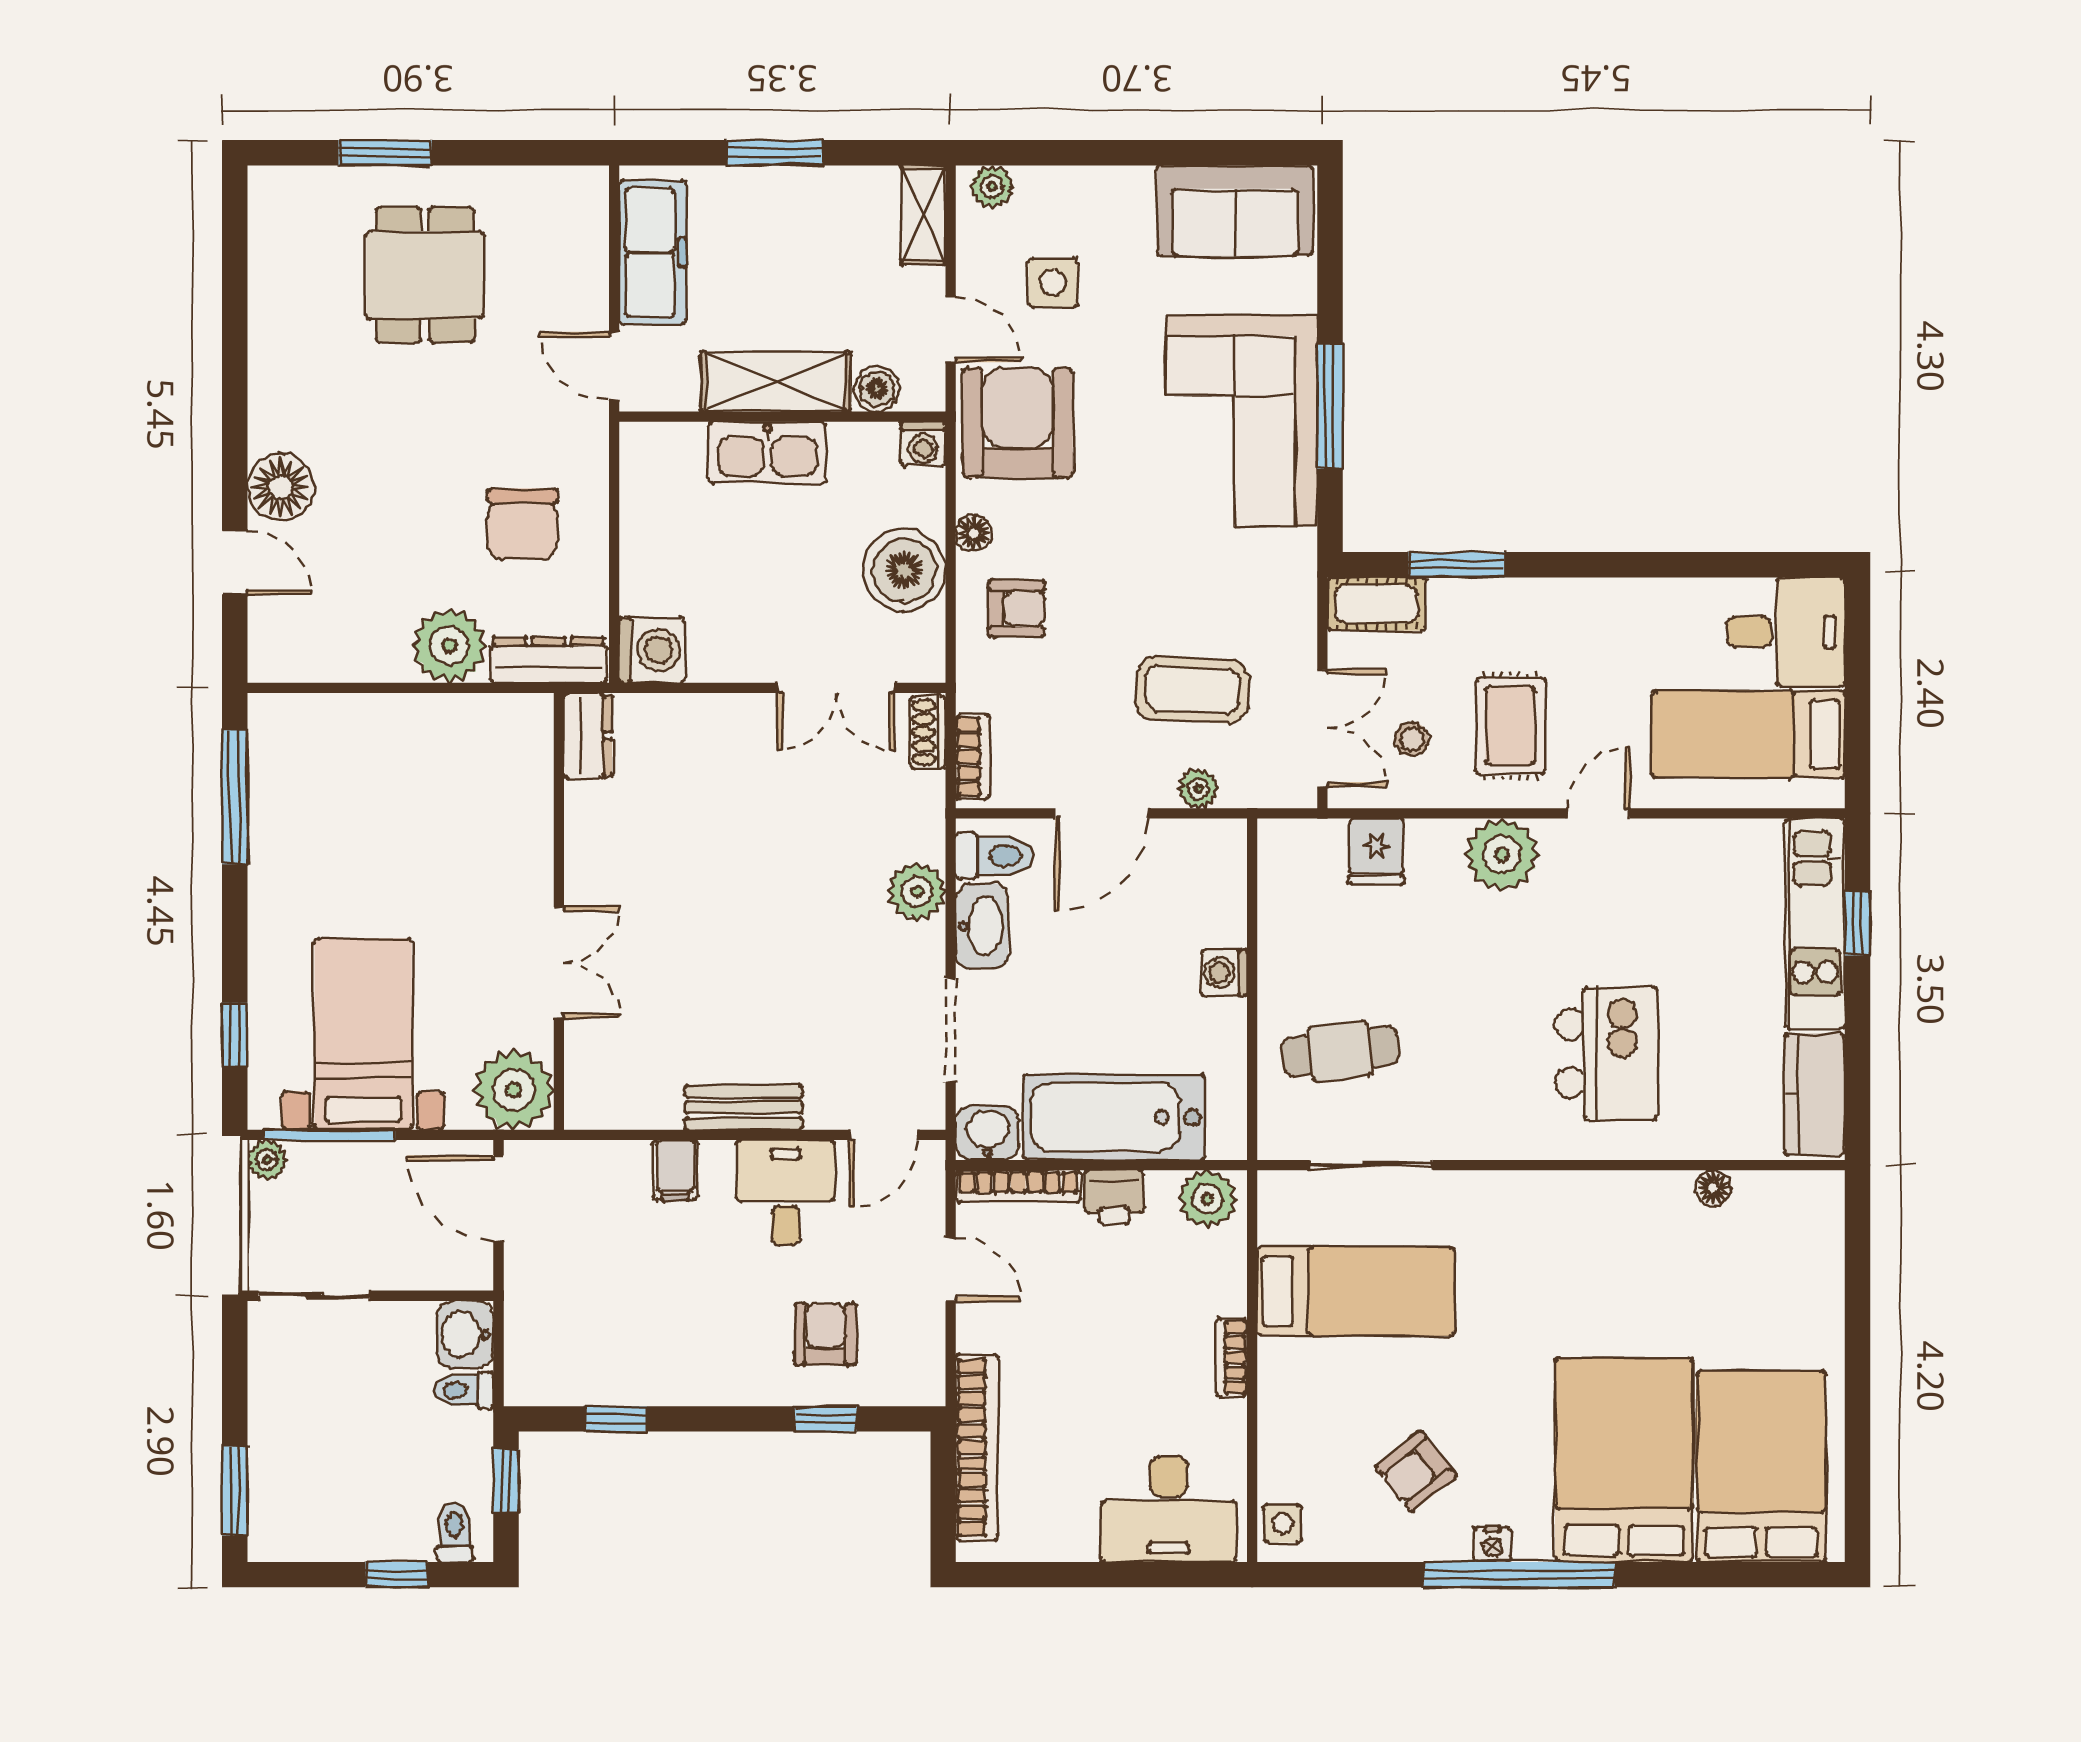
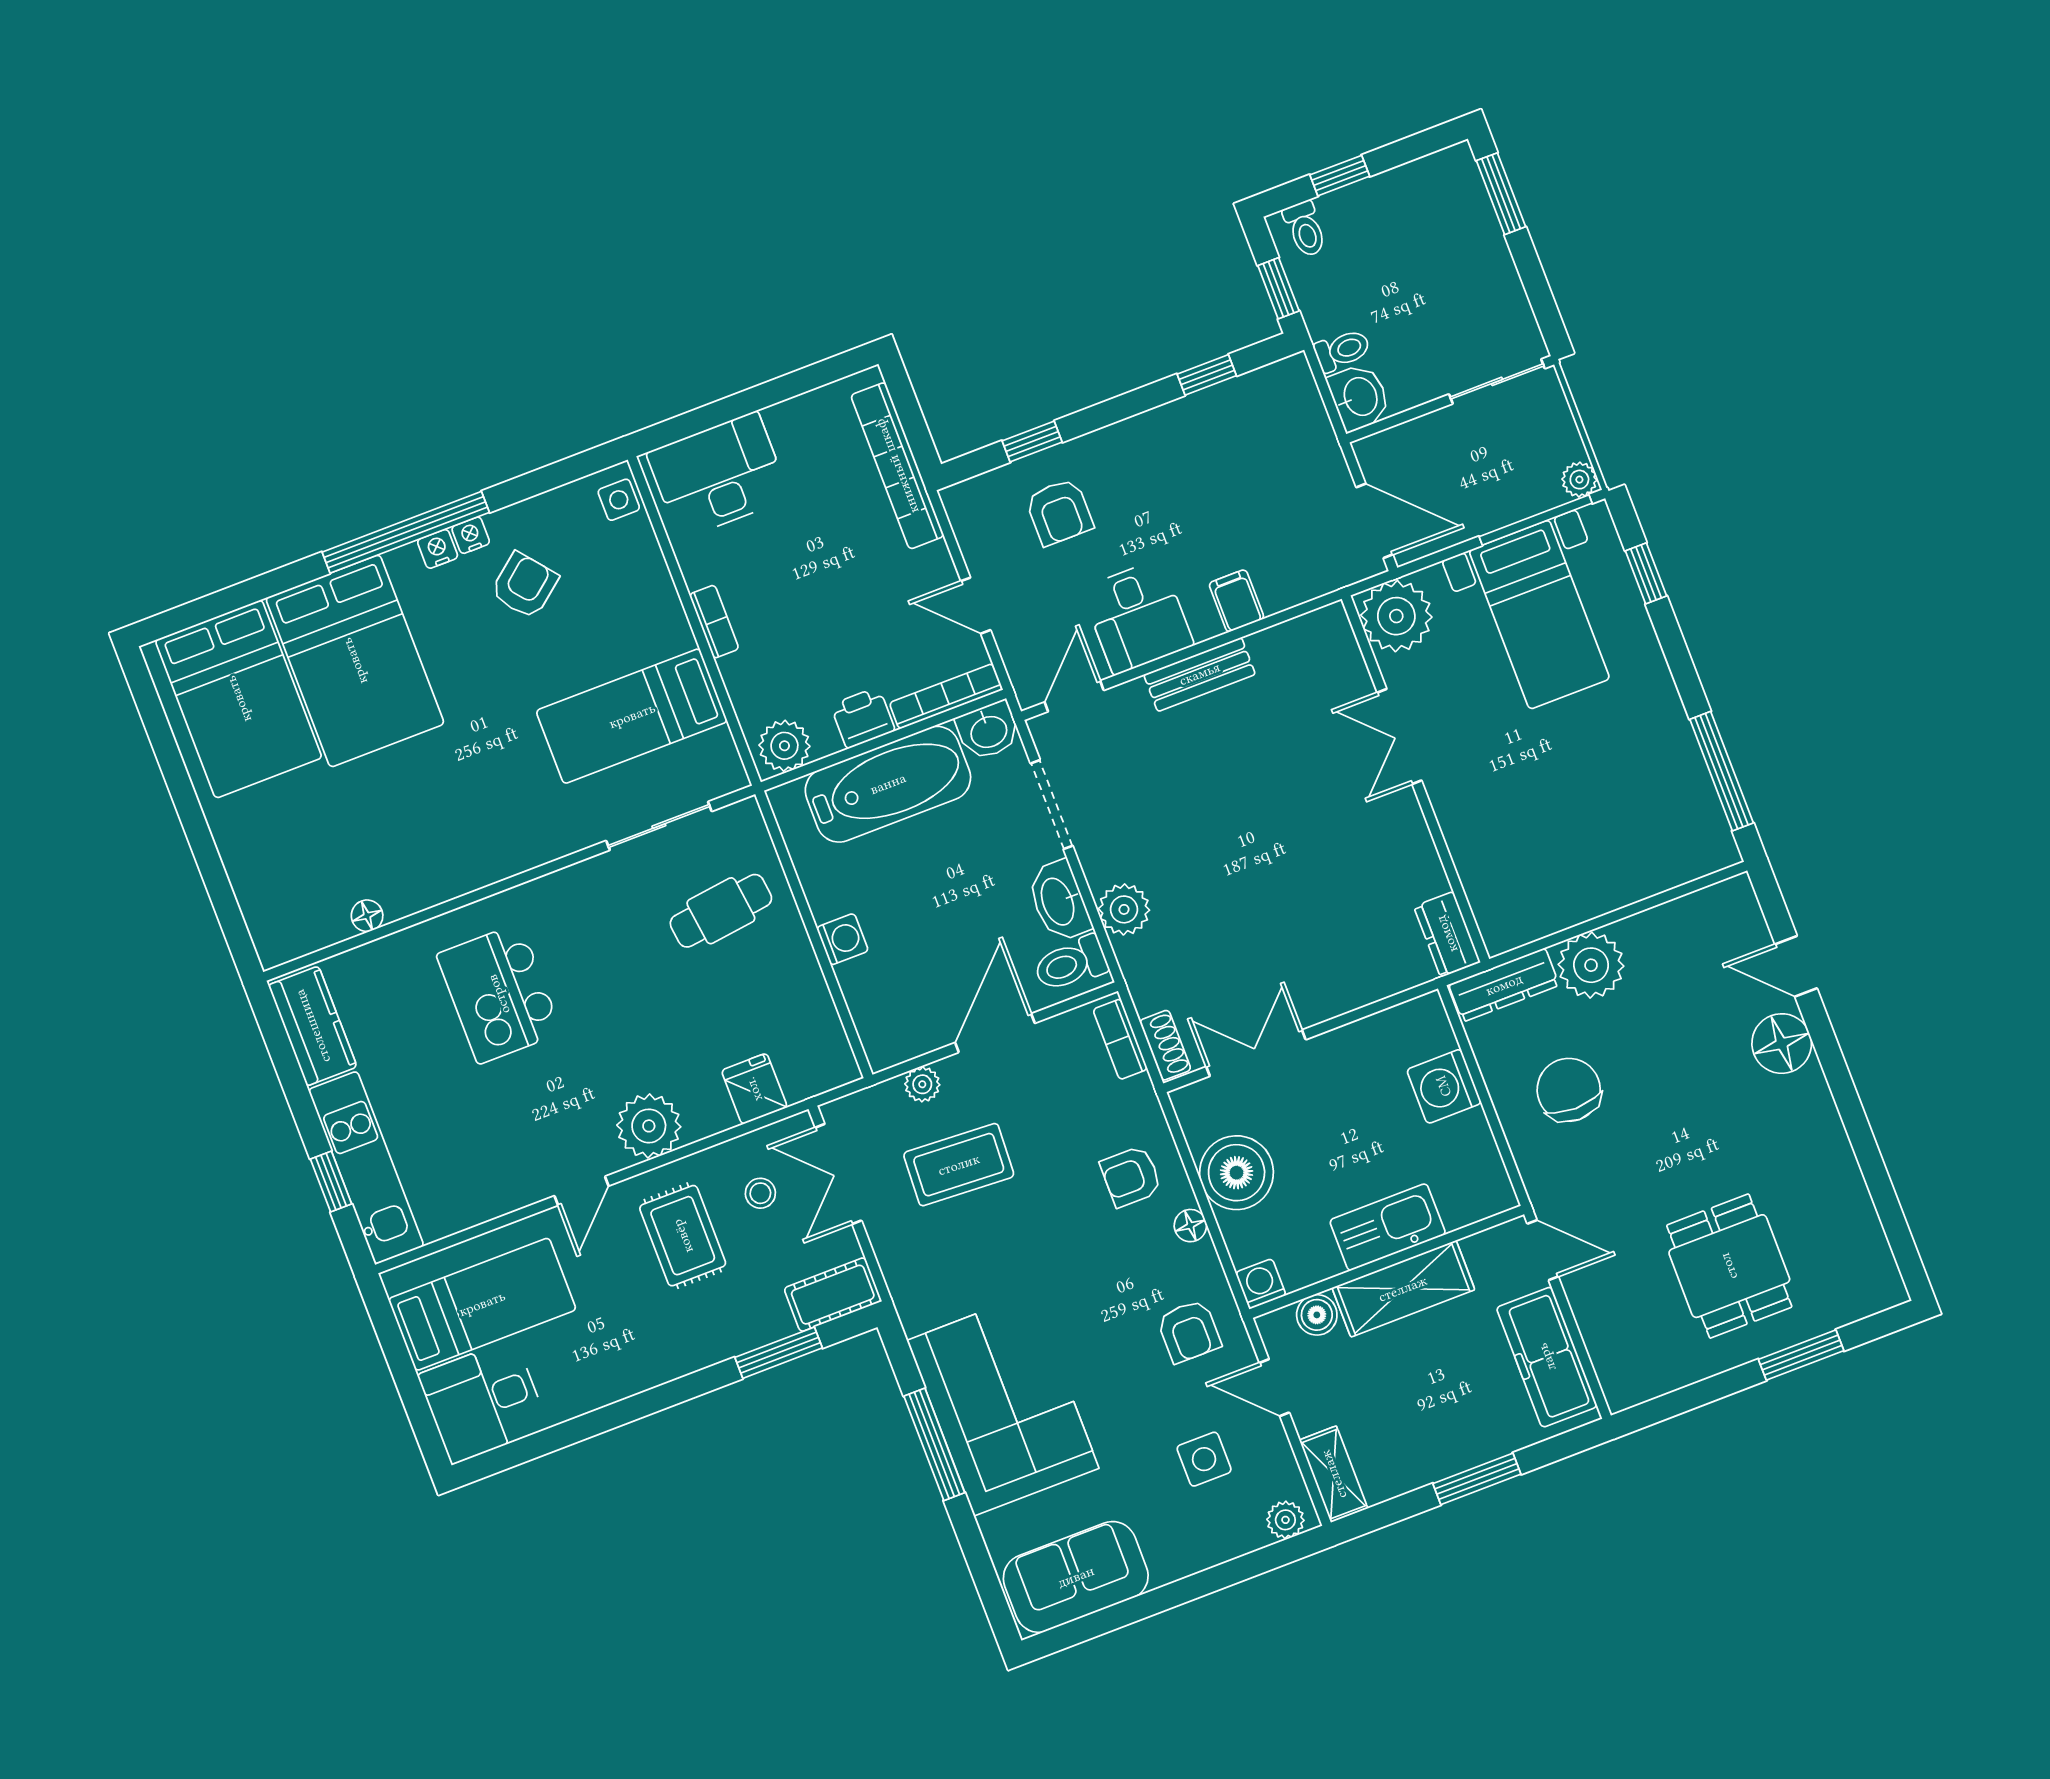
armchair: (1018, 423) -> (1189, 1331), width x0.53, depth x0.53
washing machine: (652, 650) -> (1444, 1086), moved
nightstand: (1452, 1545) -> (471, 535), added

